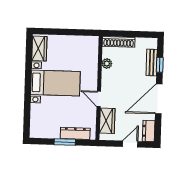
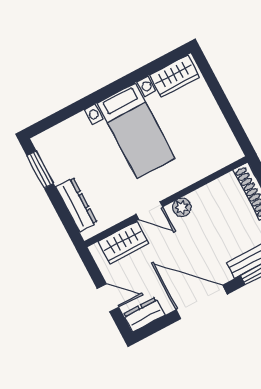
plant: (107, 64) -> (182, 207), moved
door: (99, 99) -> (149, 211), swing flipped
window: (65, 142) -> (40, 170), moved

